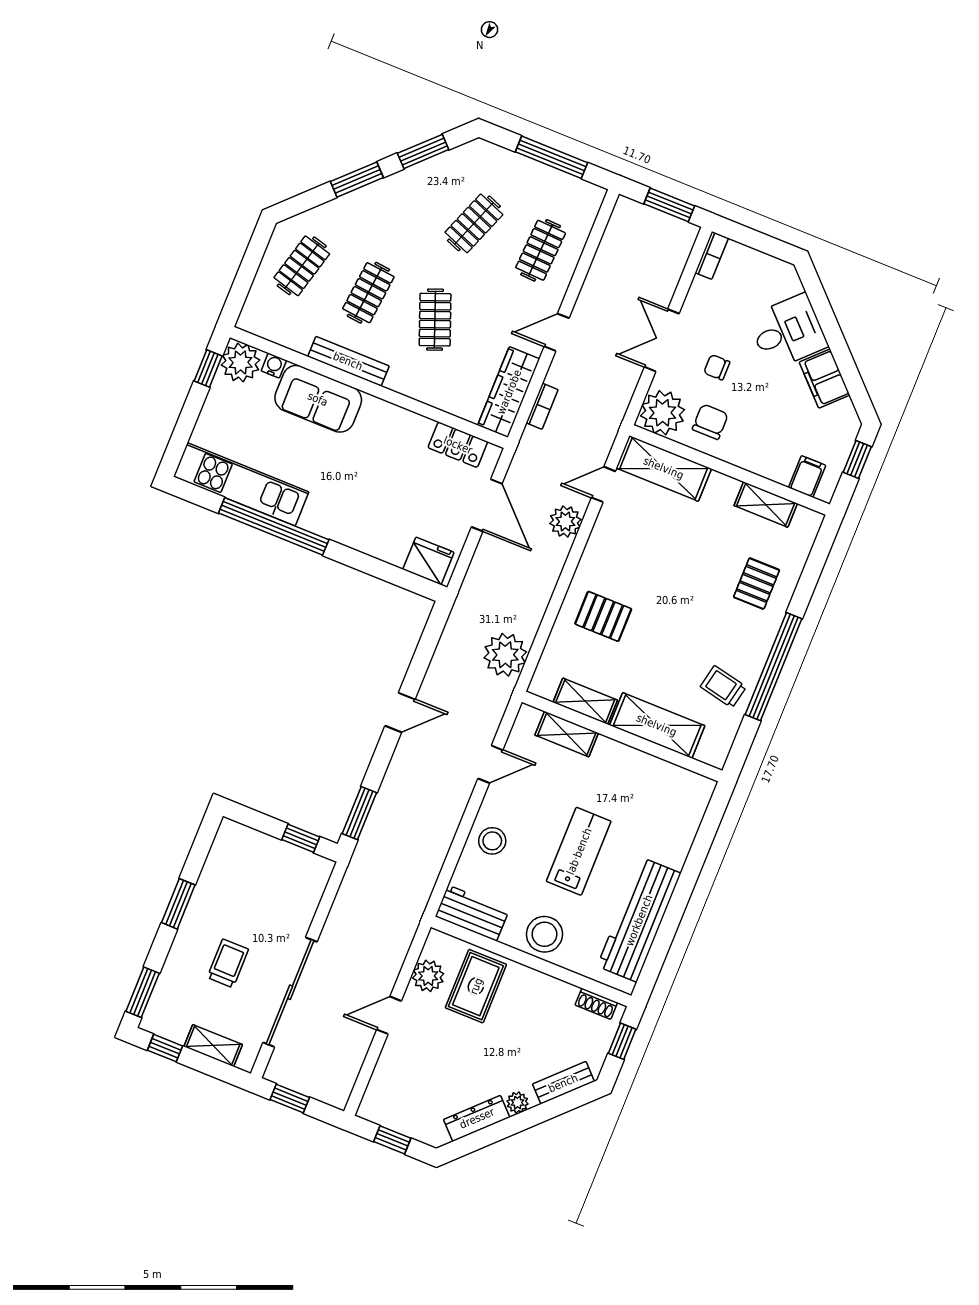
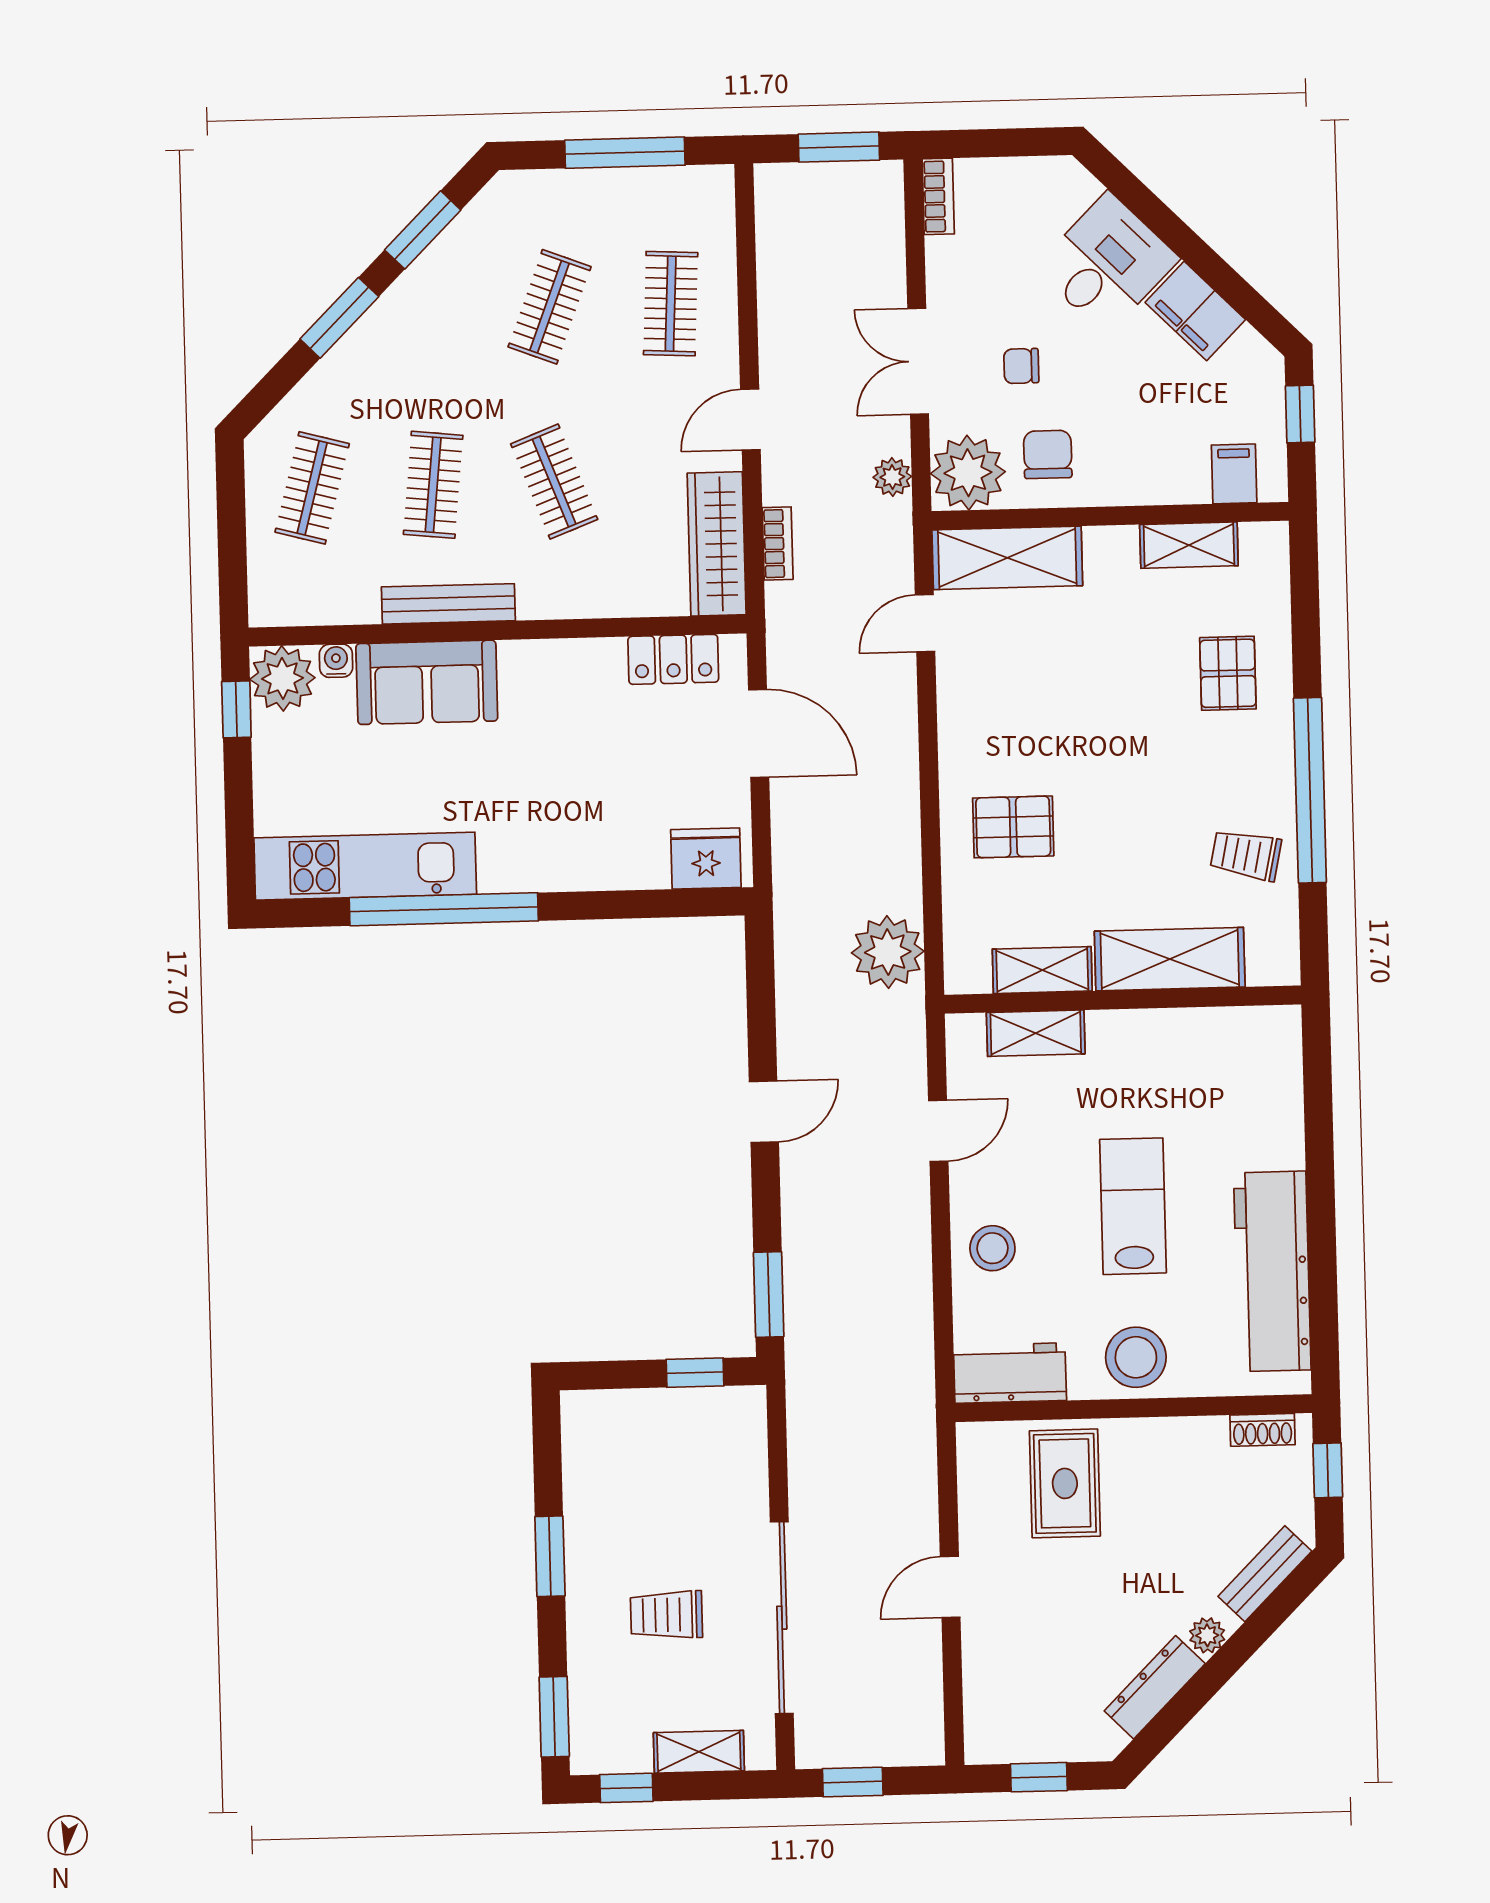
plant: (565, 522) -> (892, 477), moved, width x0.73, depth x0.73
trolley: (228, 963) -> (666, 1615), turned -90
plant: (428, 976) -> (984, 1500), removed

